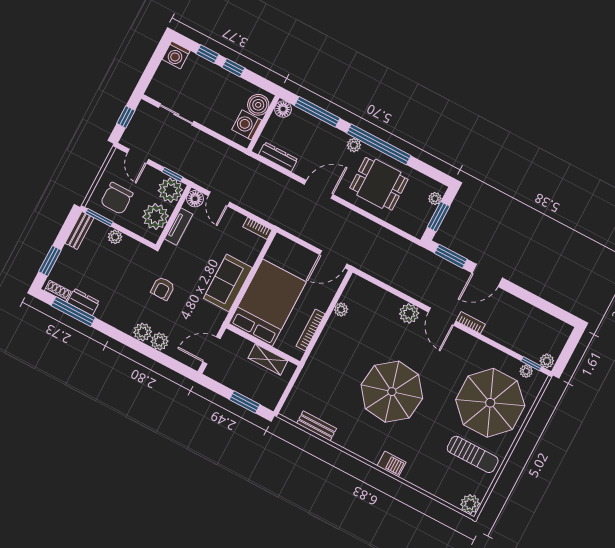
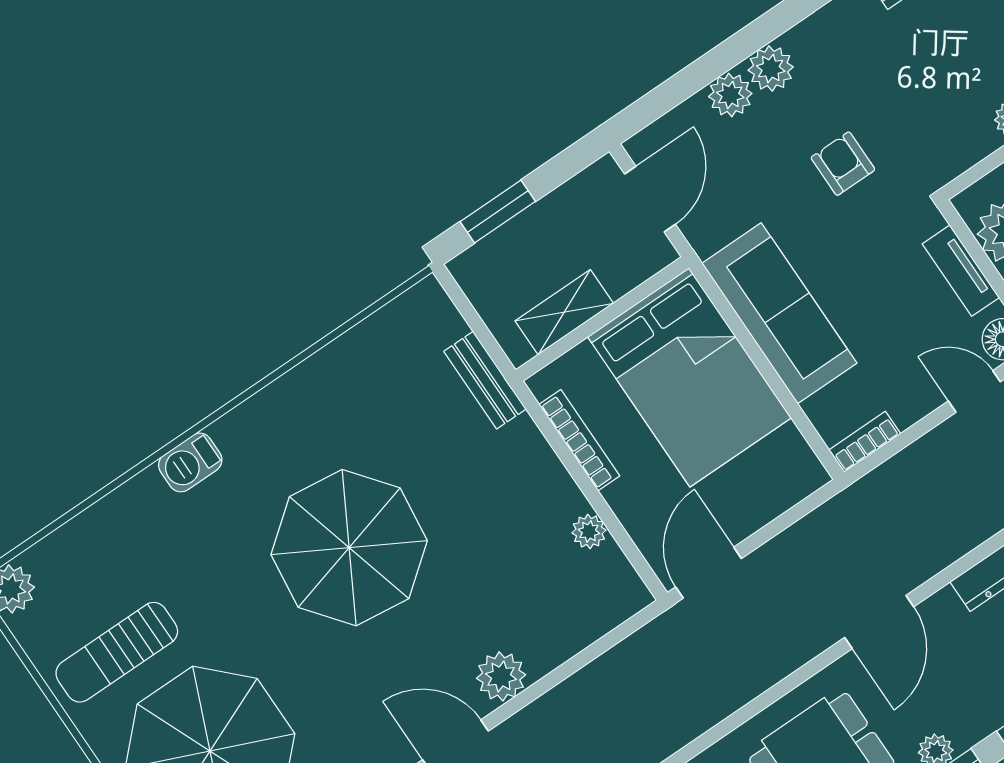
sofa: (228, 283) -> (779, 313), width x1.36
bench: (317, 426) -> (485, 380), moved, turned 90

